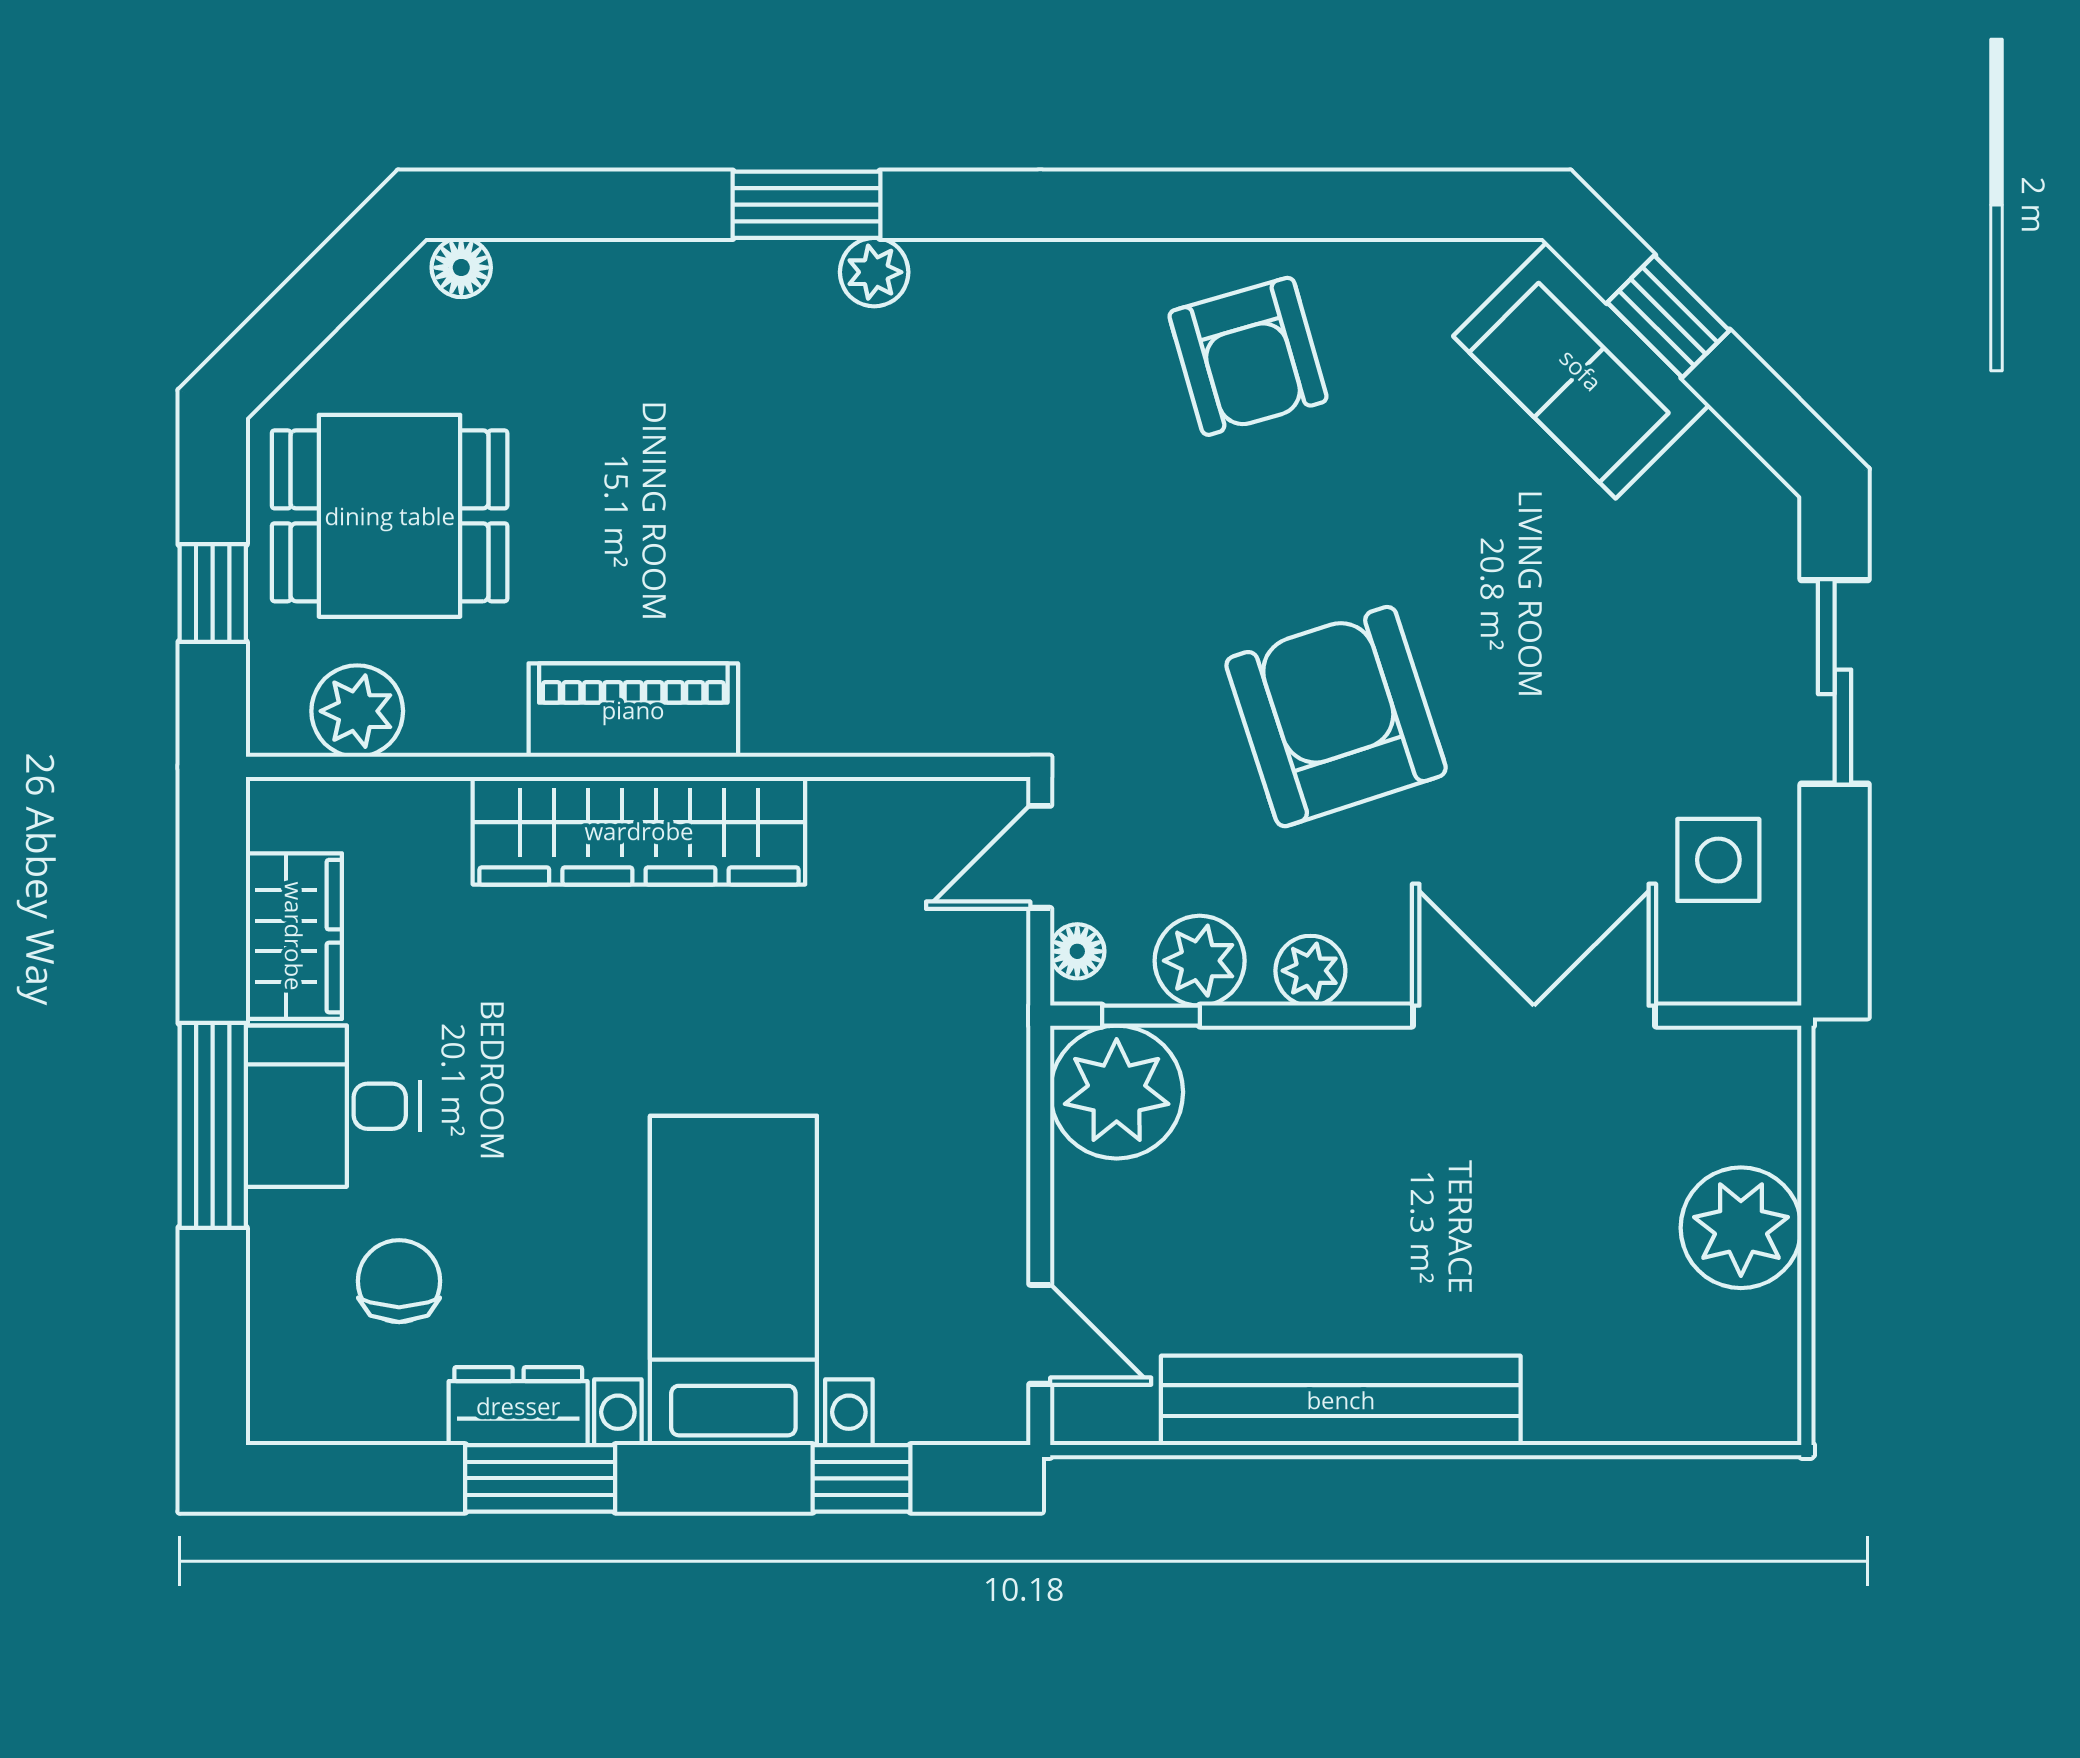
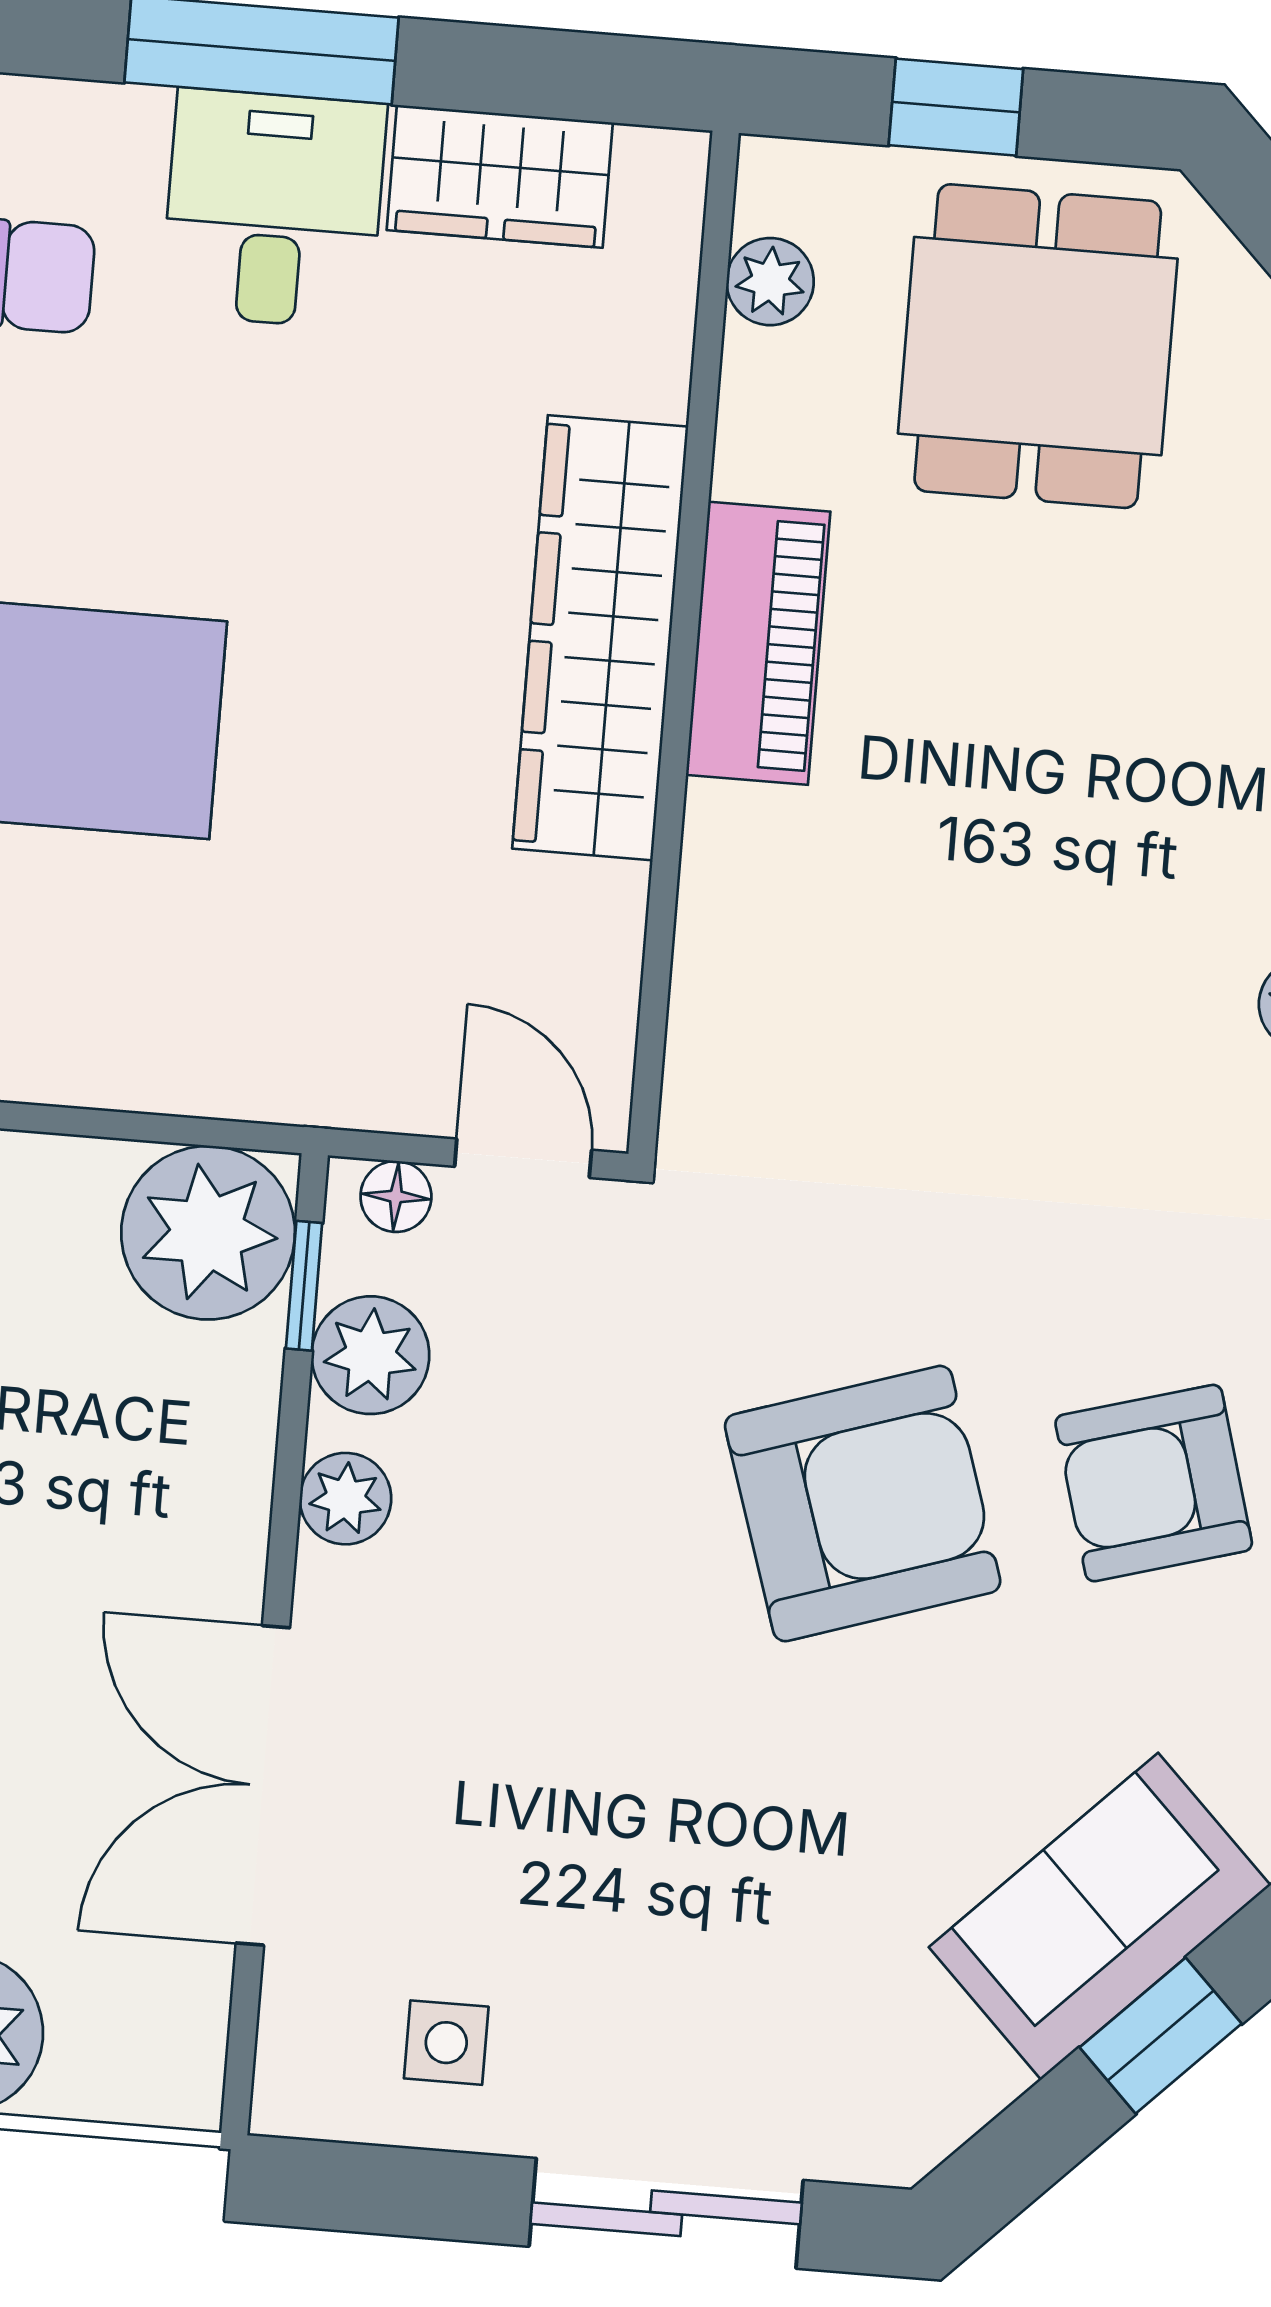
plant: (357, 711) -> (770, 282), width x0.73, depth x0.73
armchair: (1336, 717) -> (863, 1504), moved
side table: (1718, 860) -> (446, 2043), width x0.73, depth x0.73
double door: (1534, 1016) -> (263, 1785), swing flipped

